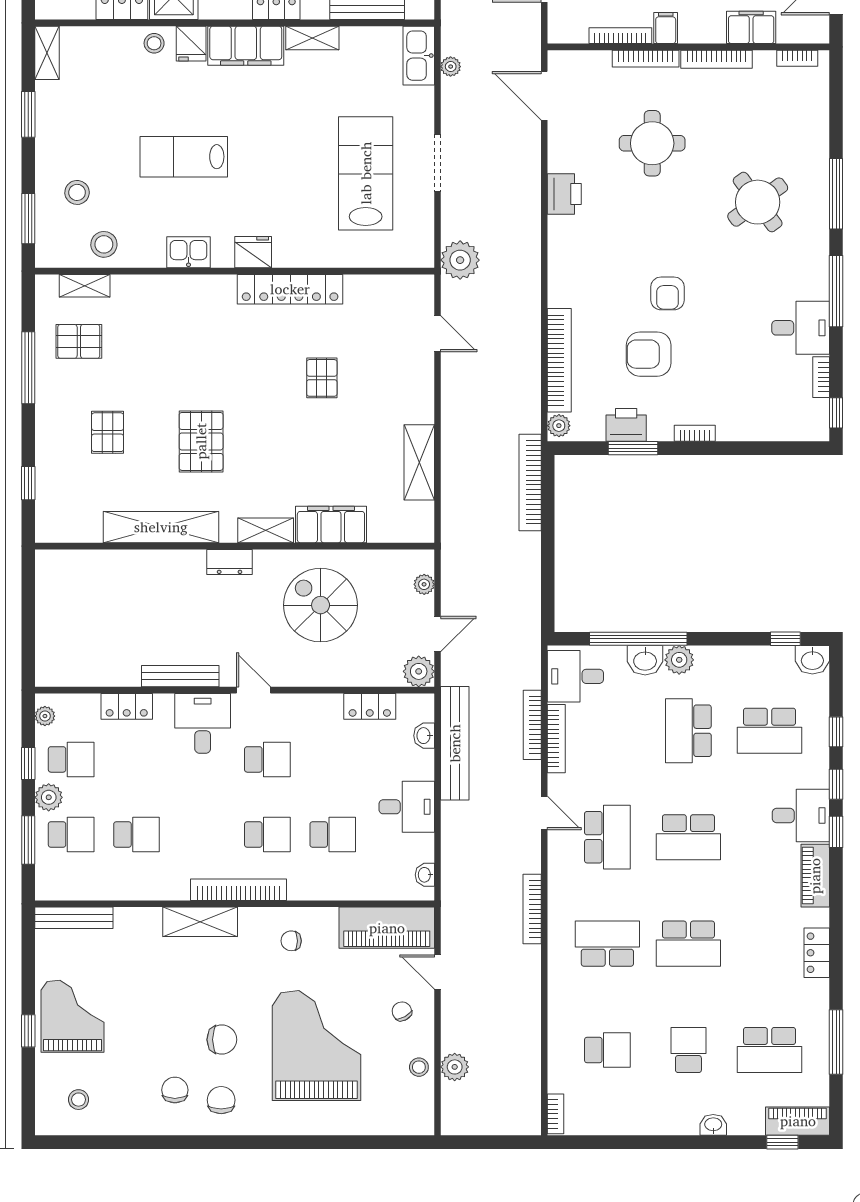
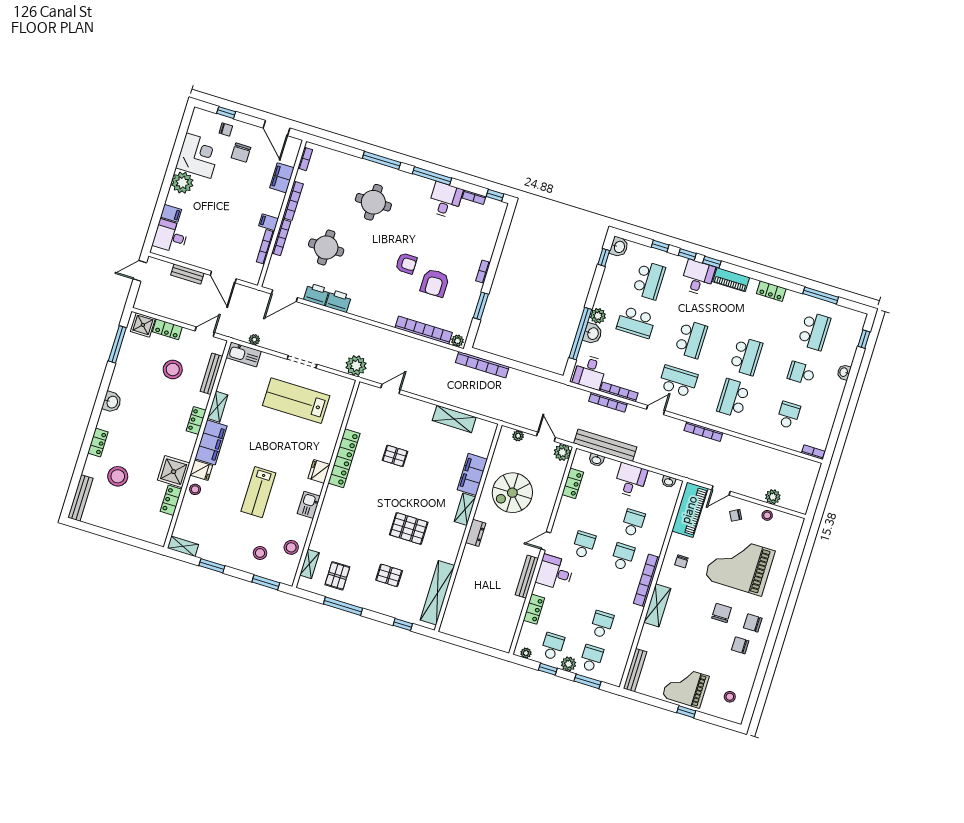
round table: (758, 202) -> (373, 202), turned 36
printer: (626, 425) -> (316, 294), moved, turned 90
shelving: (161, 527) -> (437, 593), moved
piano: (798, 1121) -> (855, 328), removed

